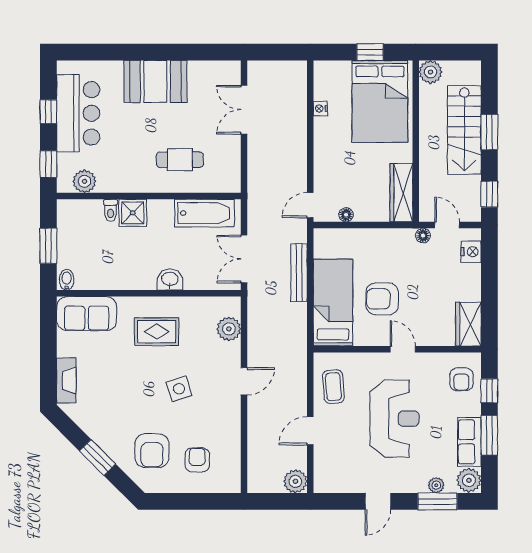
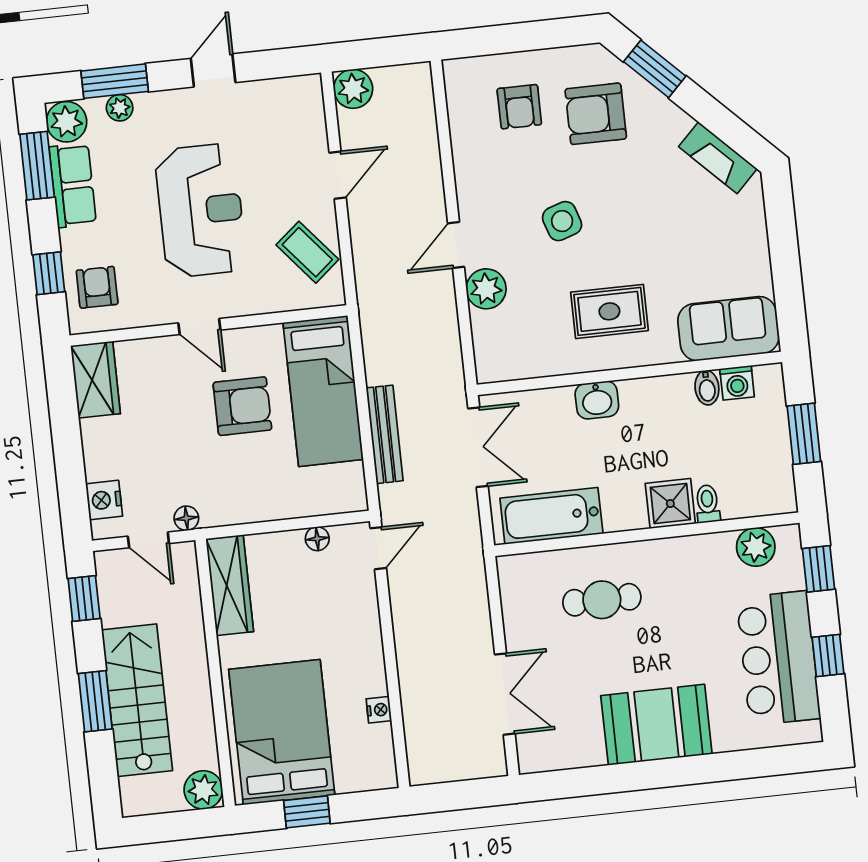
bidet: (67, 280) -> (707, 388), moved
washing machine: (85, 281) -> (737, 383), added
plant: (229, 329) -> (486, 289), moved
fireplace: (66, 380) -> (718, 158), moved, turned -45
coffee table: (333, 387) -> (307, 252), turned -36
reception desk: (394, 419) -> (201, 210), turned 180
window: (489, 435) -> (37, 166), moved
armchair: (152, 451) -> (596, 114), turned -90
window: (98, 458) -> (655, 69), moved

